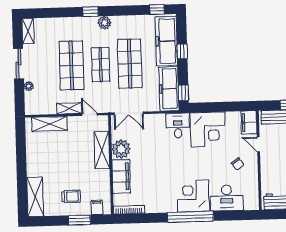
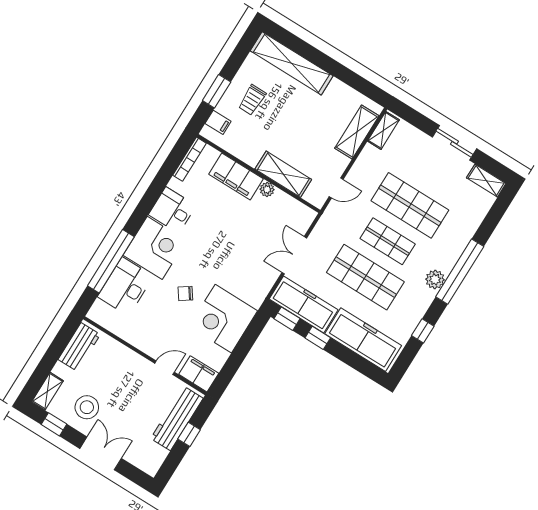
window: (157, 10) -> (423, 331), moved
window: (90, 12) -> (460, 272), width x3.17
window: (182, 51) -> (318, 338), moved
plant: (29, 86) -> (419, 137), removed
shelving: (69, 108) -> (383, 130), moved
double door: (129, 113) -> (294, 255), moved
desk: (178, 126) -> (172, 210), moved, turned 180
plant: (121, 149) -> (267, 189), width x0.53, depth x0.53
chair: (238, 164) -> (185, 294), moved
shelving: (35, 197) -> (292, 63), width x1.47
window: (190, 217) -> (111, 261), moved

